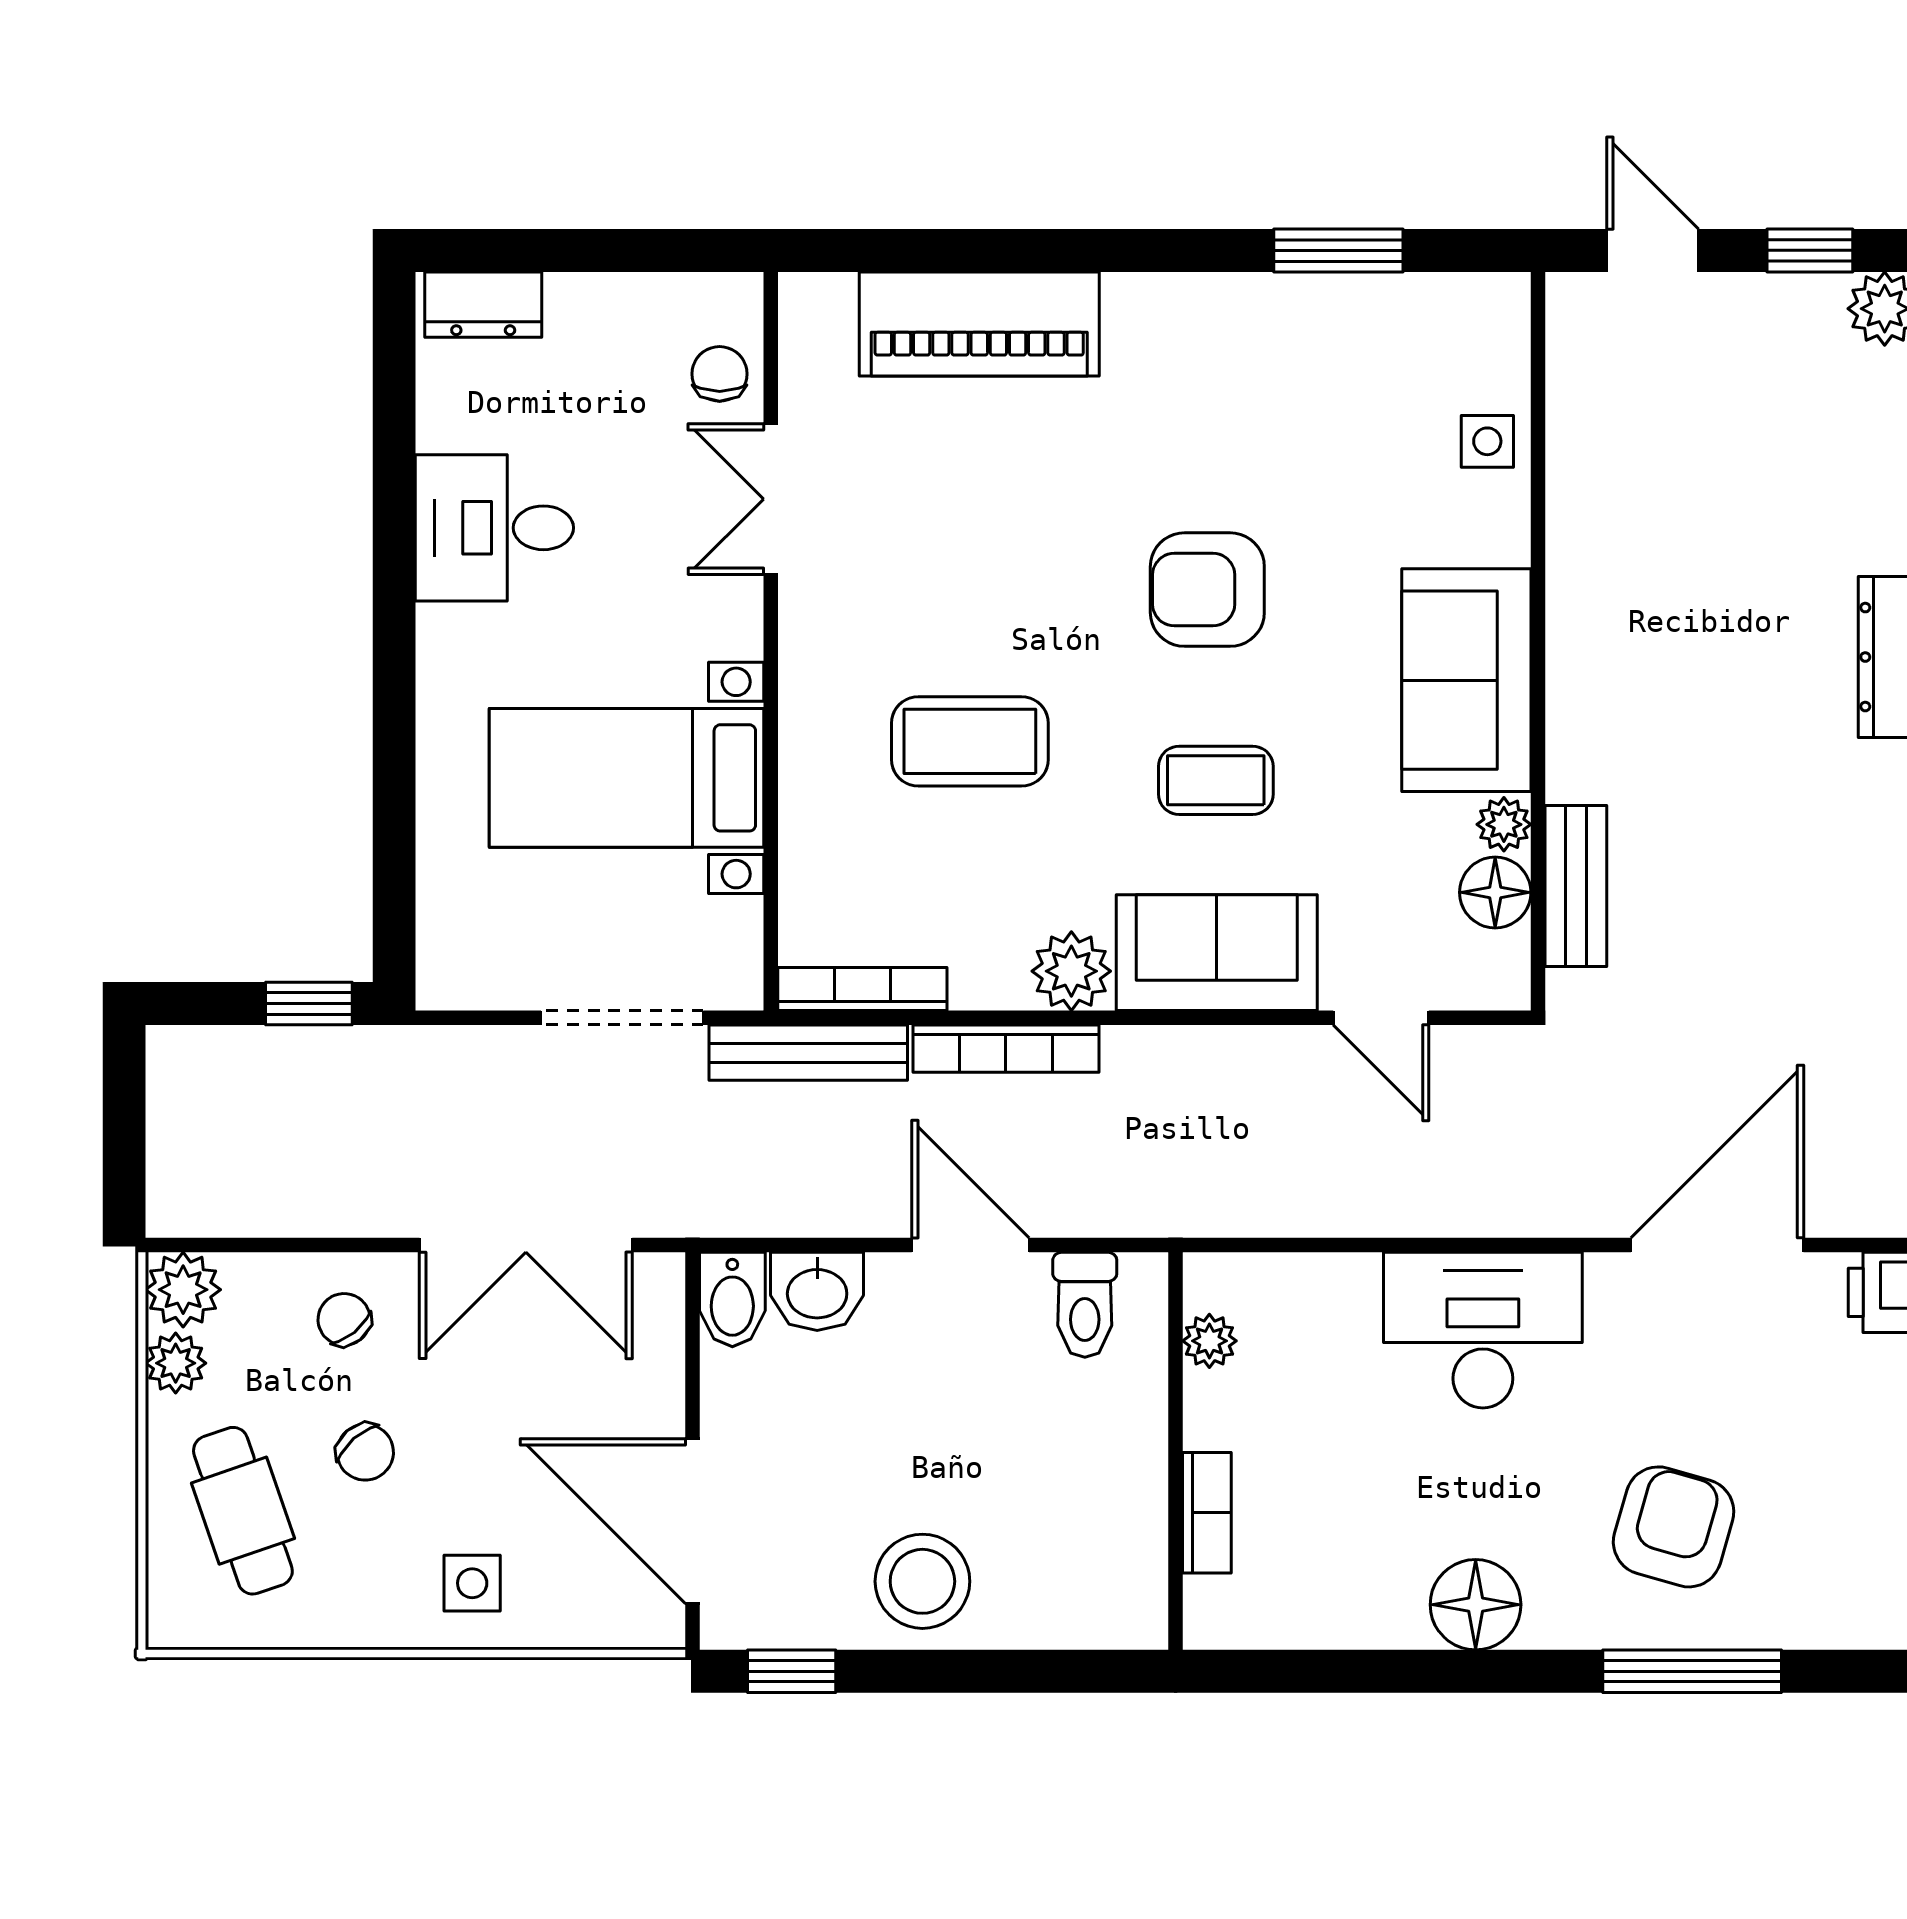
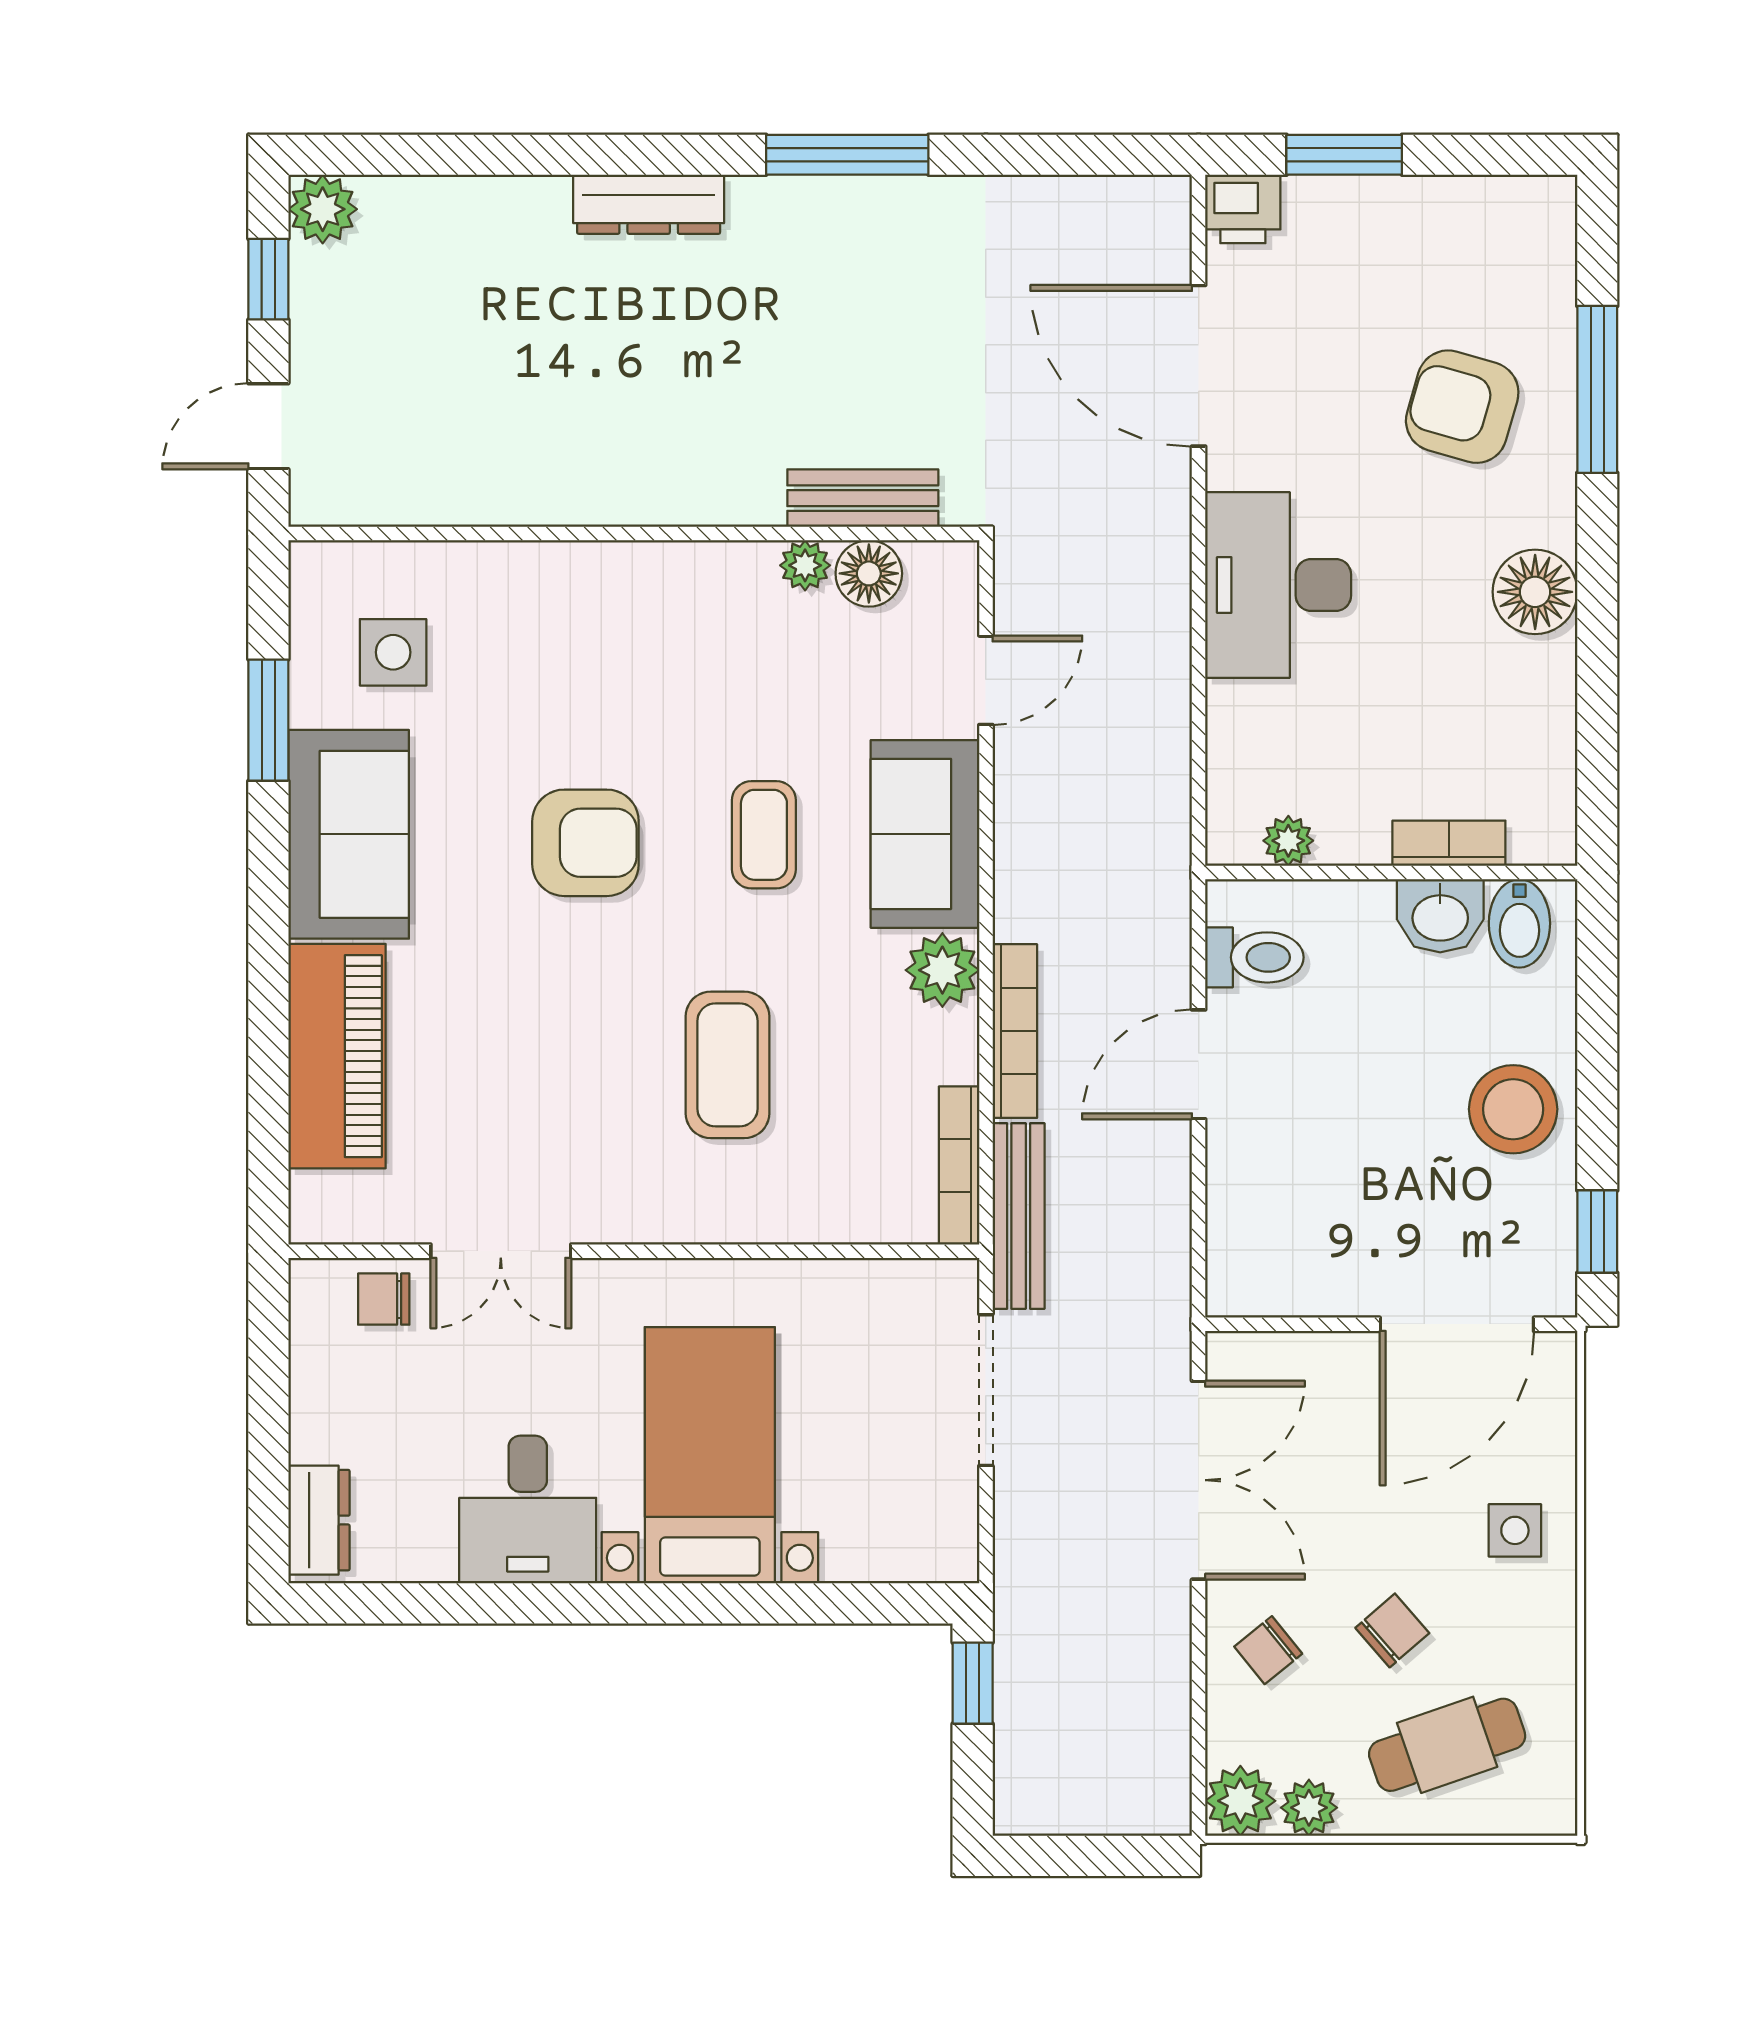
side table: (1487, 441) -> (393, 652), moved, width x1.37, depth x1.37
armchair: (1207, 590) -> (585, 843), turned -90
sofa: (1466, 680) -> (349, 834), moved, turned -90
bed with nightstands: (627, 778) -> (710, 1455), moved, turned 180
washbasin: (817, 1291) -> (1440, 916), moved, turned 90
bidet: (732, 1299) -> (1519, 923), moved, turned 90

